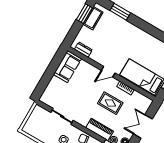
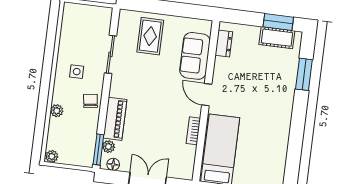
sofa: (68, 67) -> (195, 56), moved, turned 90
rug: (110, 103) -> (150, 36), moved

